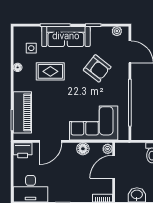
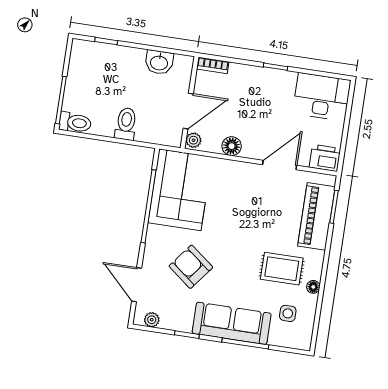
rug: (50, 71) -> (282, 269), moved
corner sofa: (94, 123) -> (180, 190), moved, turned -90

